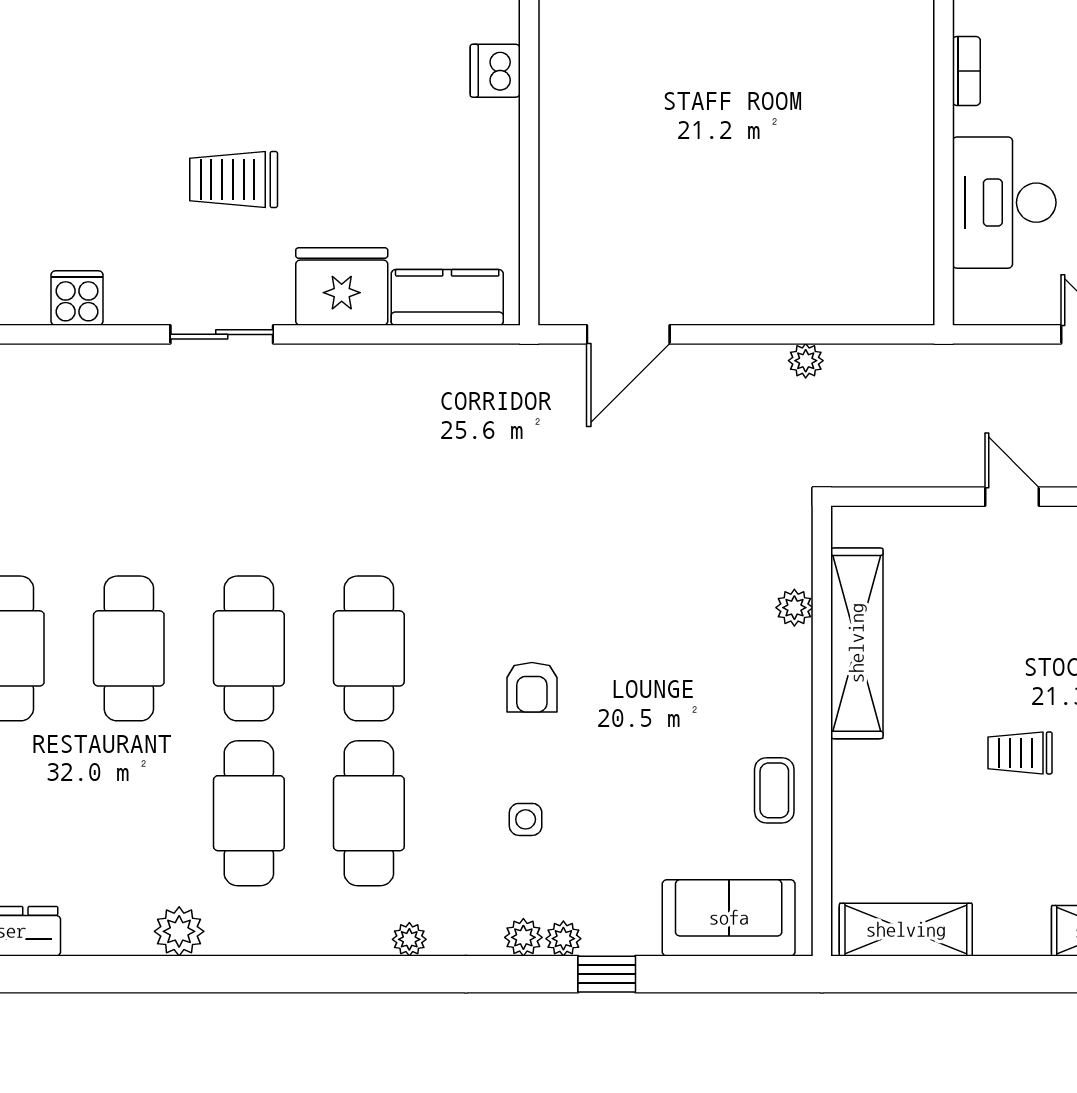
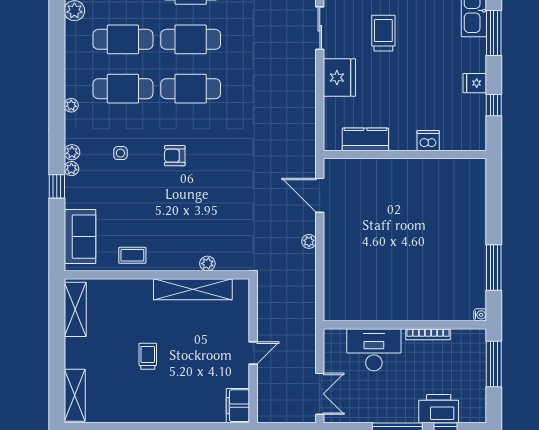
bookcase: (966, 71) -> (428, 334), width x1.56
kitchen counter: (447, 297) -> (365, 139), moved, turned -90
plant: (806, 361) -> (309, 241), moved

